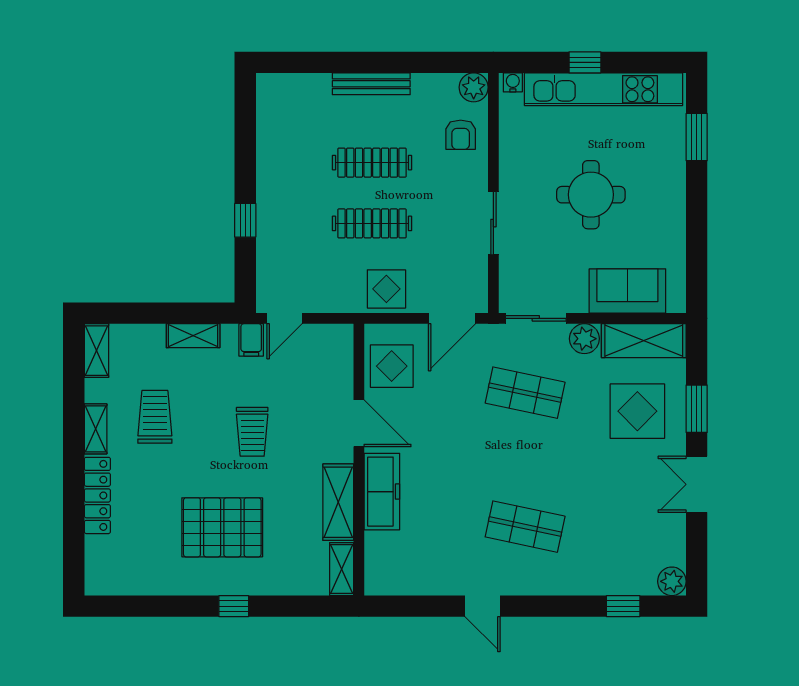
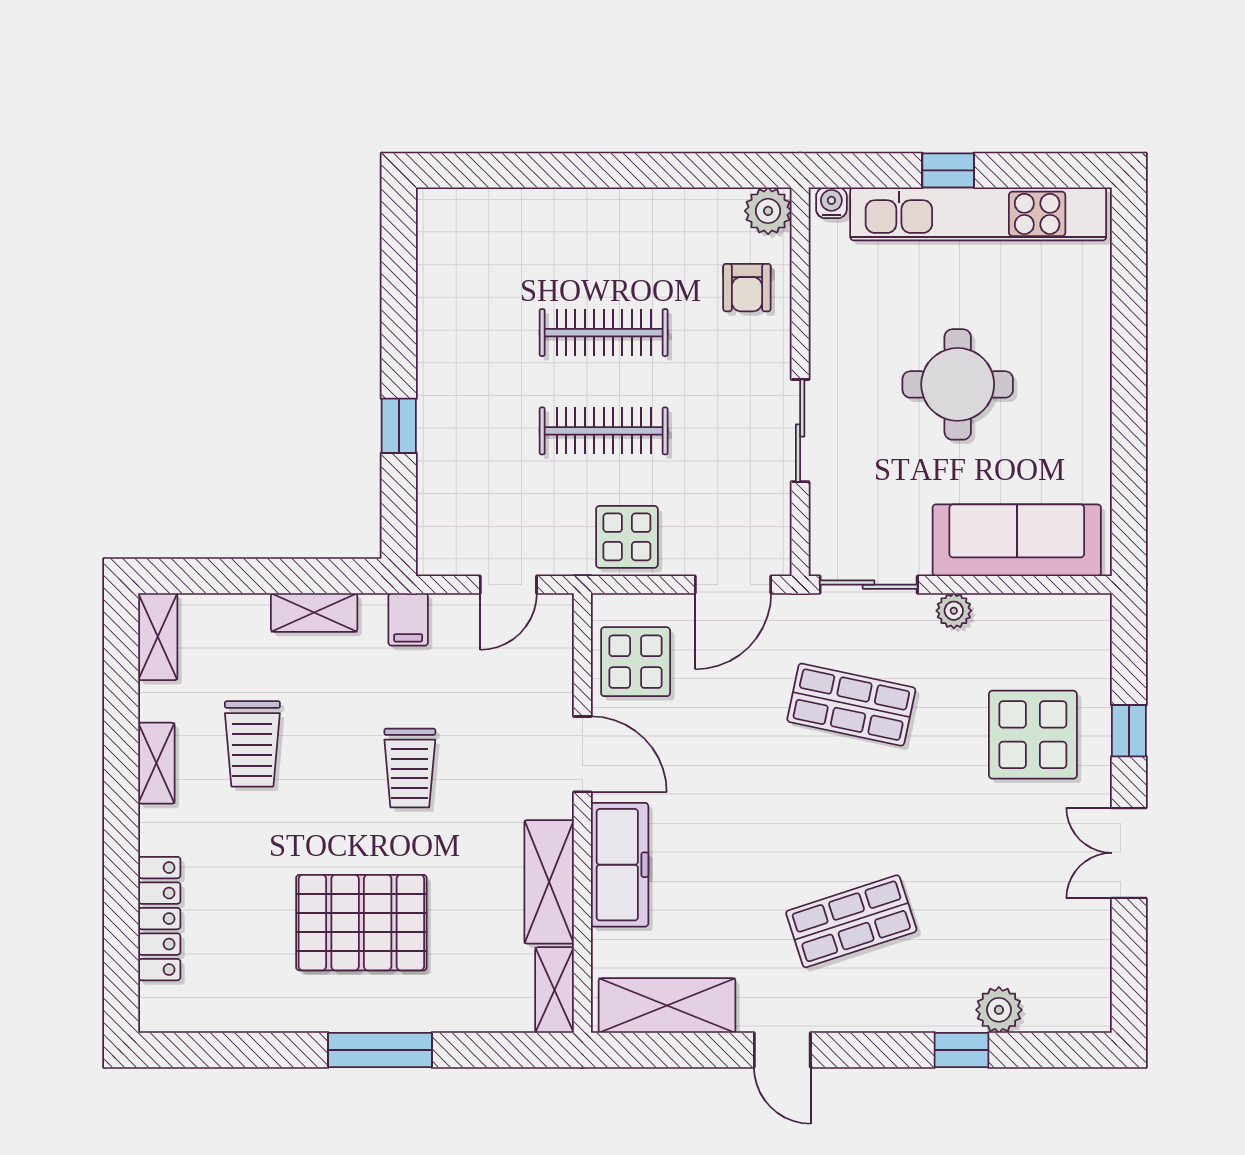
bench: (371, 84) -> (602, 205), removed
window: (697, 137) -> (1129, 291), removed
sofa: (627, 291) -> (1017, 540), width x1.36
door: (284, 318) -> (508, 585), moved
plant: (584, 339) -> (954, 611), width x0.73, depth x0.73
shelving: (644, 341) -> (667, 1006), moved
window: (697, 409) -> (1129, 731), width x0.67
trolley: (155, 417) -> (252, 744), turned 180
locker: (97, 495) -> (159, 919), moved
shop shelf: (525, 527) -> (851, 921), turned -30
plant: (672, 581) -> (999, 1010), moved
window: (234, 606) -> (380, 1050), width x2.17
window: (623, 606) -> (962, 1050), moved

